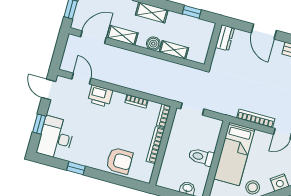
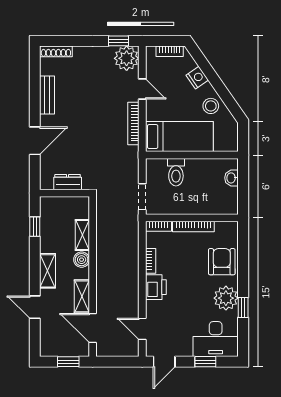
dresser: (225, 38) -> (68, 182), moved
door: (81, 79) -> (142, 329), hinge flipped
printer: (100, 96) -> (156, 287), moved
plant: (88, 156) -> (226, 298), added
toilet: (201, 157) -> (176, 172), moved

